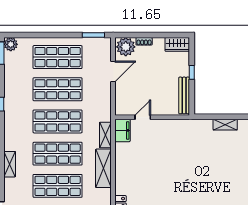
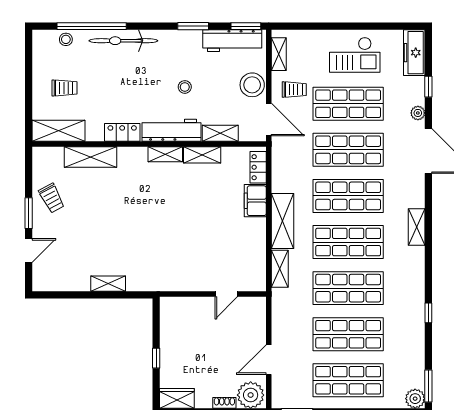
bench: (184, 95) -> (167, 325), removed
filing cabinet: (122, 130) -> (255, 201), moved

